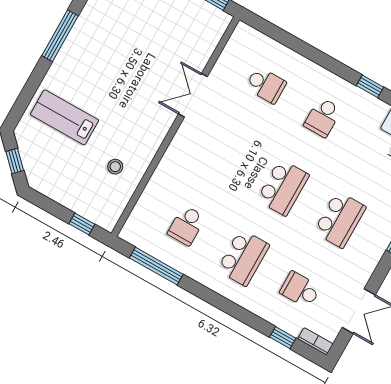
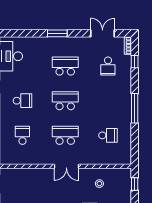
double door: (193, 95) -> (66, 166), moved
school desk: (243, 258) -> (65, 135), moved
window: (156, 266) -> (135, 108), moved

